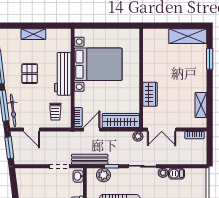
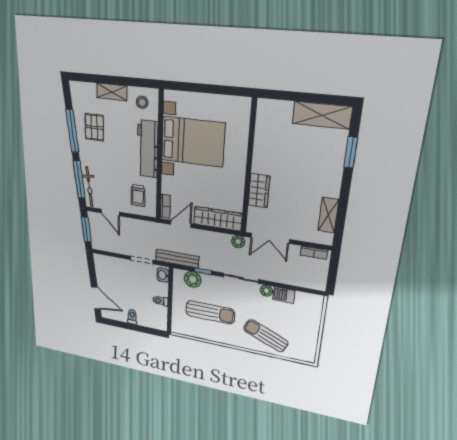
stool: (58, 40) -> (142, 102), added
pallet: (30, 74) -> (94, 127), moved

